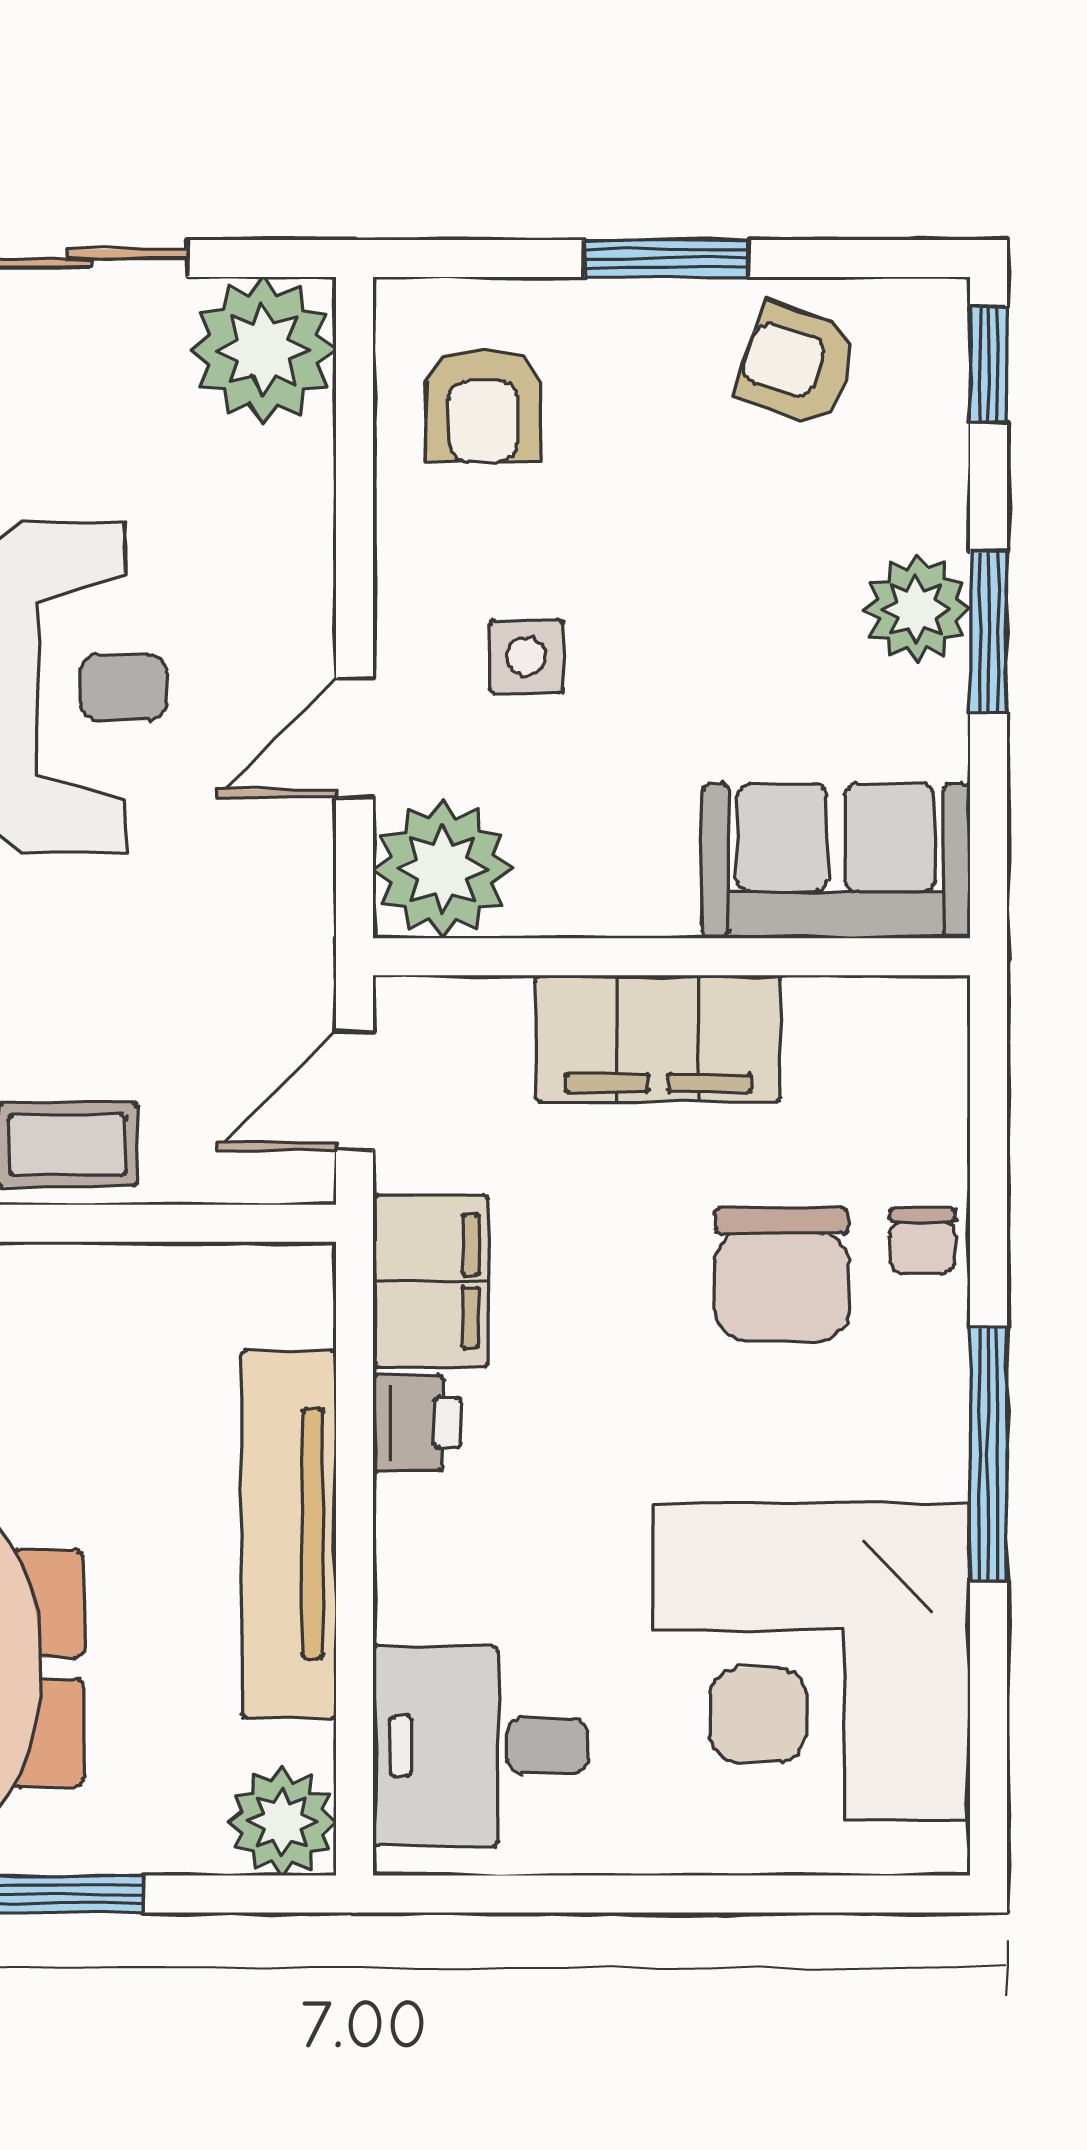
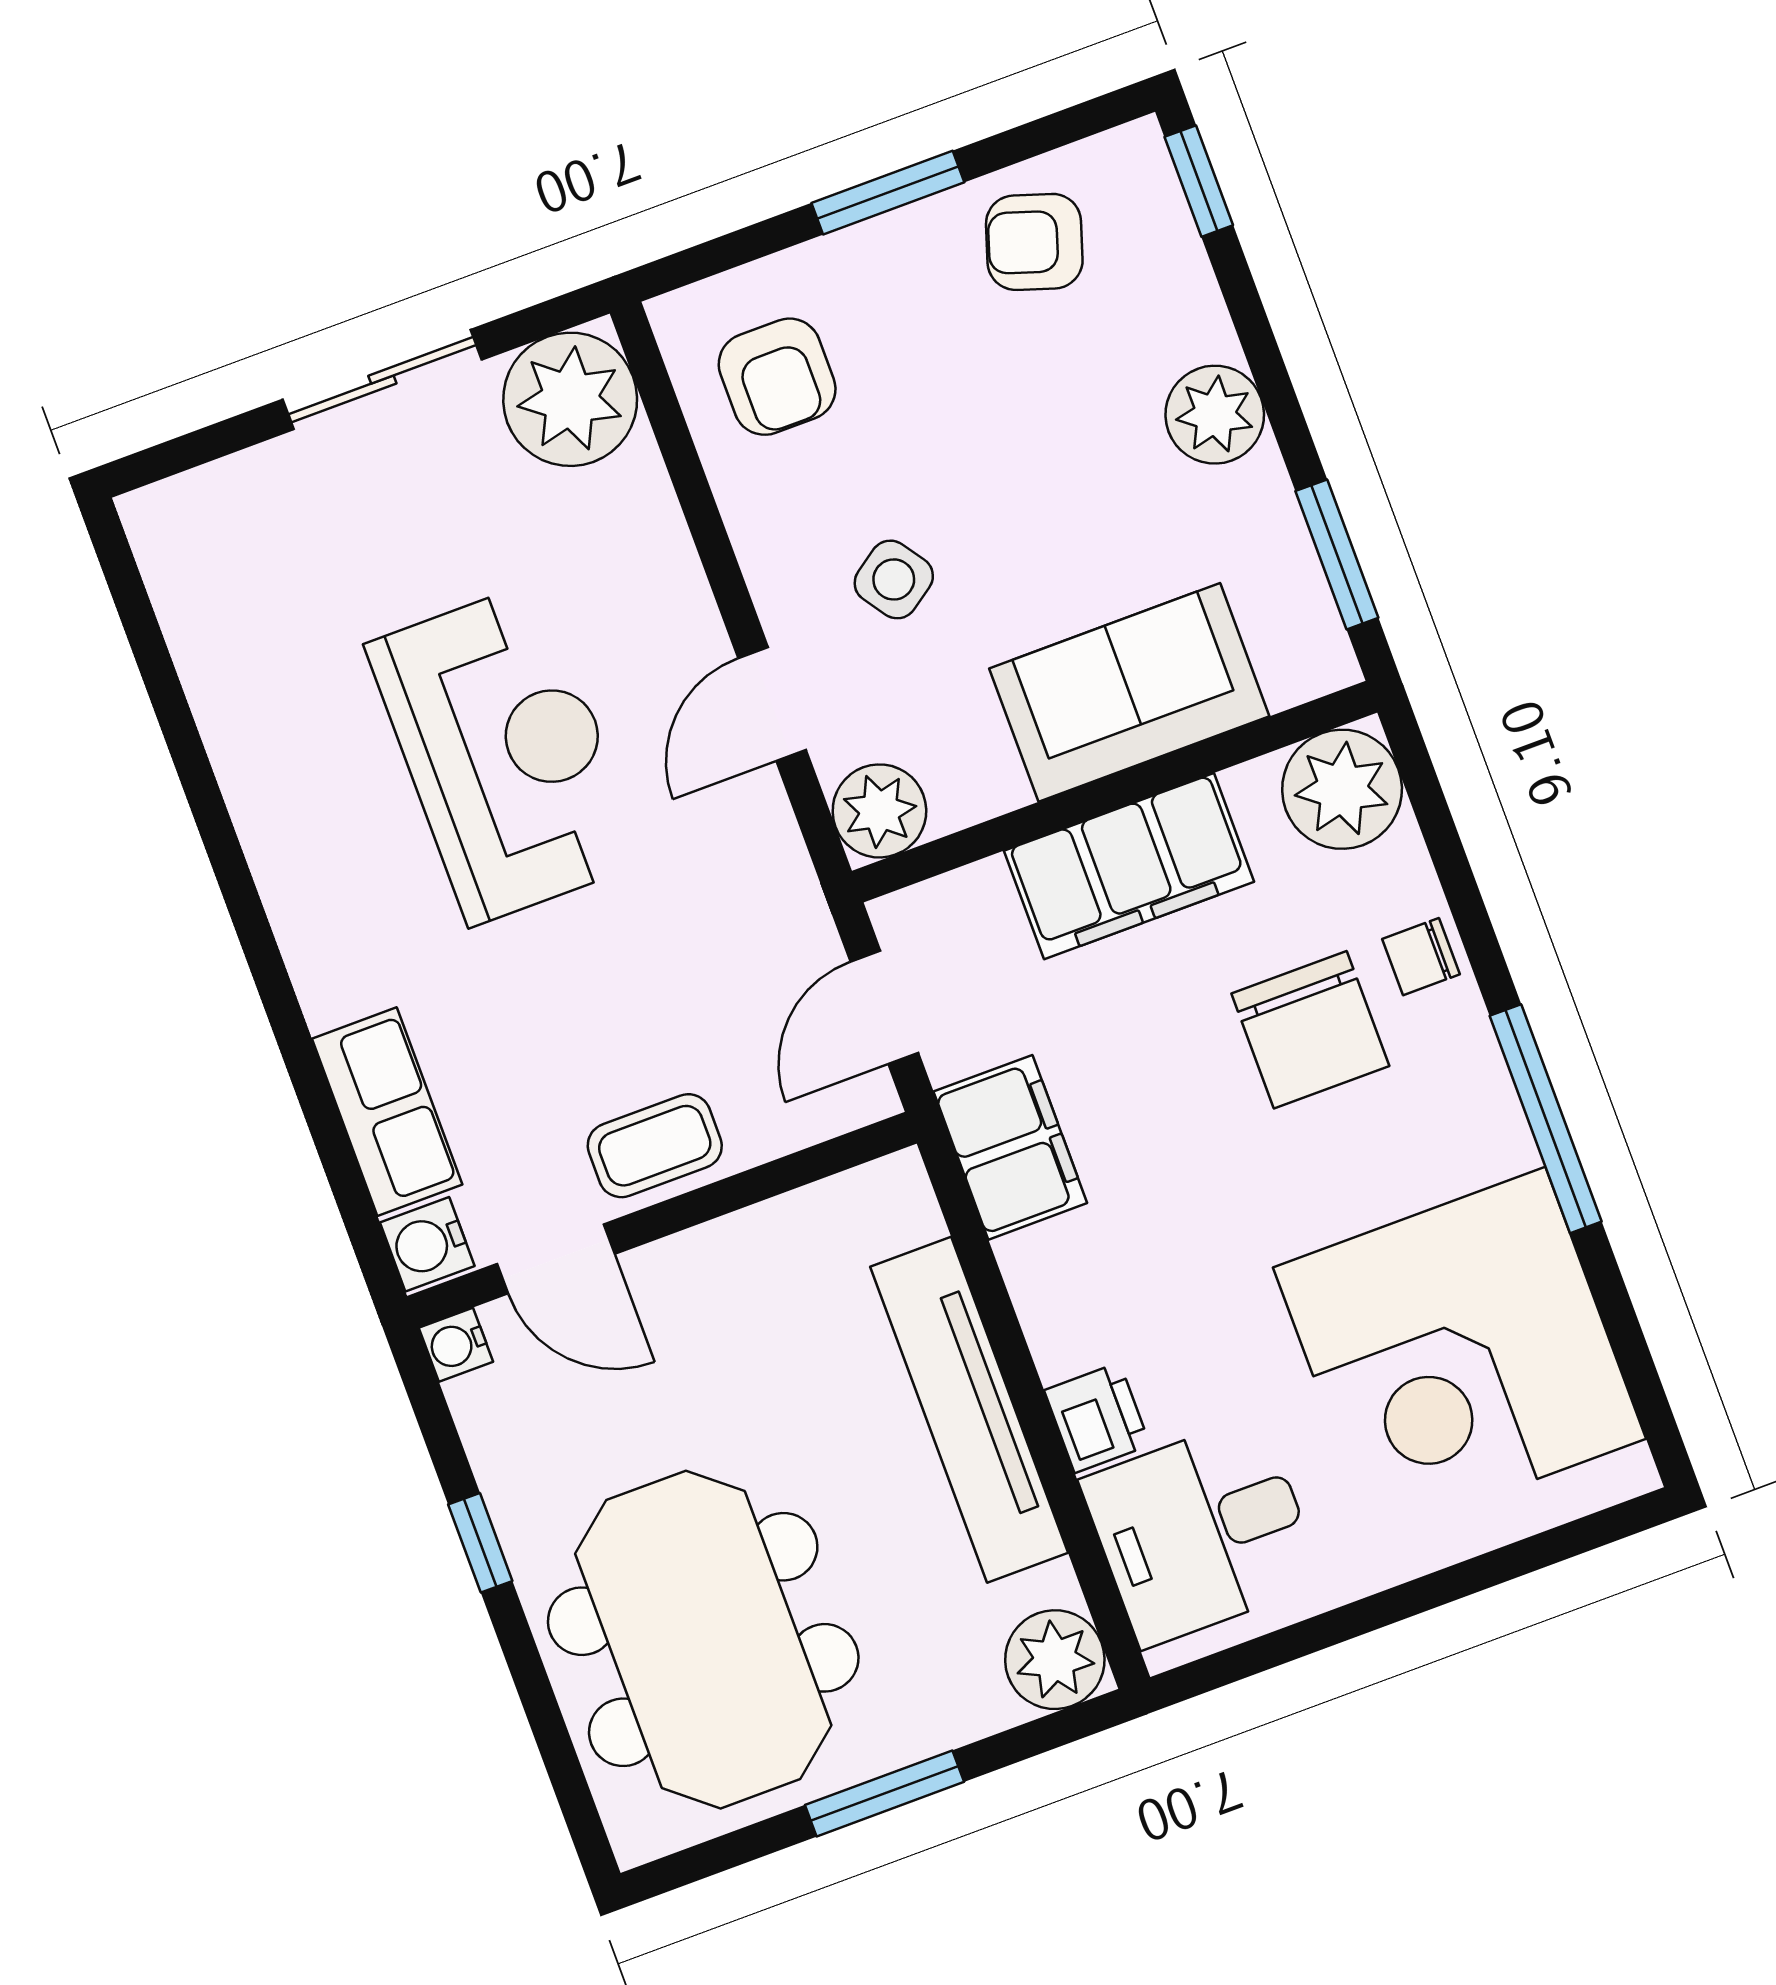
window: (989, 631) -> (1337, 554), moved
side table: (526, 656) -> (894, 579), turned -35
sofa: (836, 861) -> (1129, 692), moved
plant: (442, 869) -> (879, 811), width x0.73, depth x0.73
plant: (905, 1040) -> (1342, 789), added
chair: (922, 1241) -> (1421, 957), turned 90
printer: (417, 1423) -> (1097, 1418), moved

